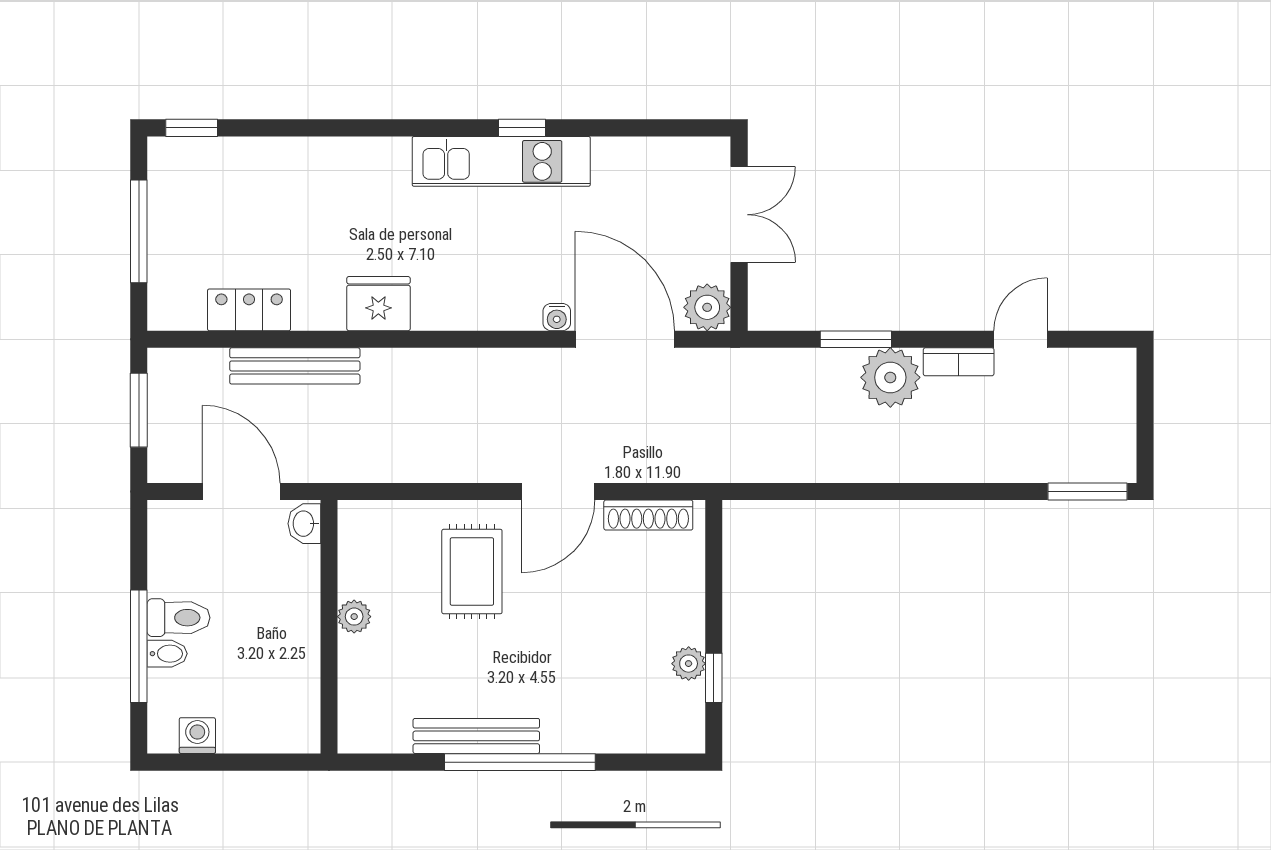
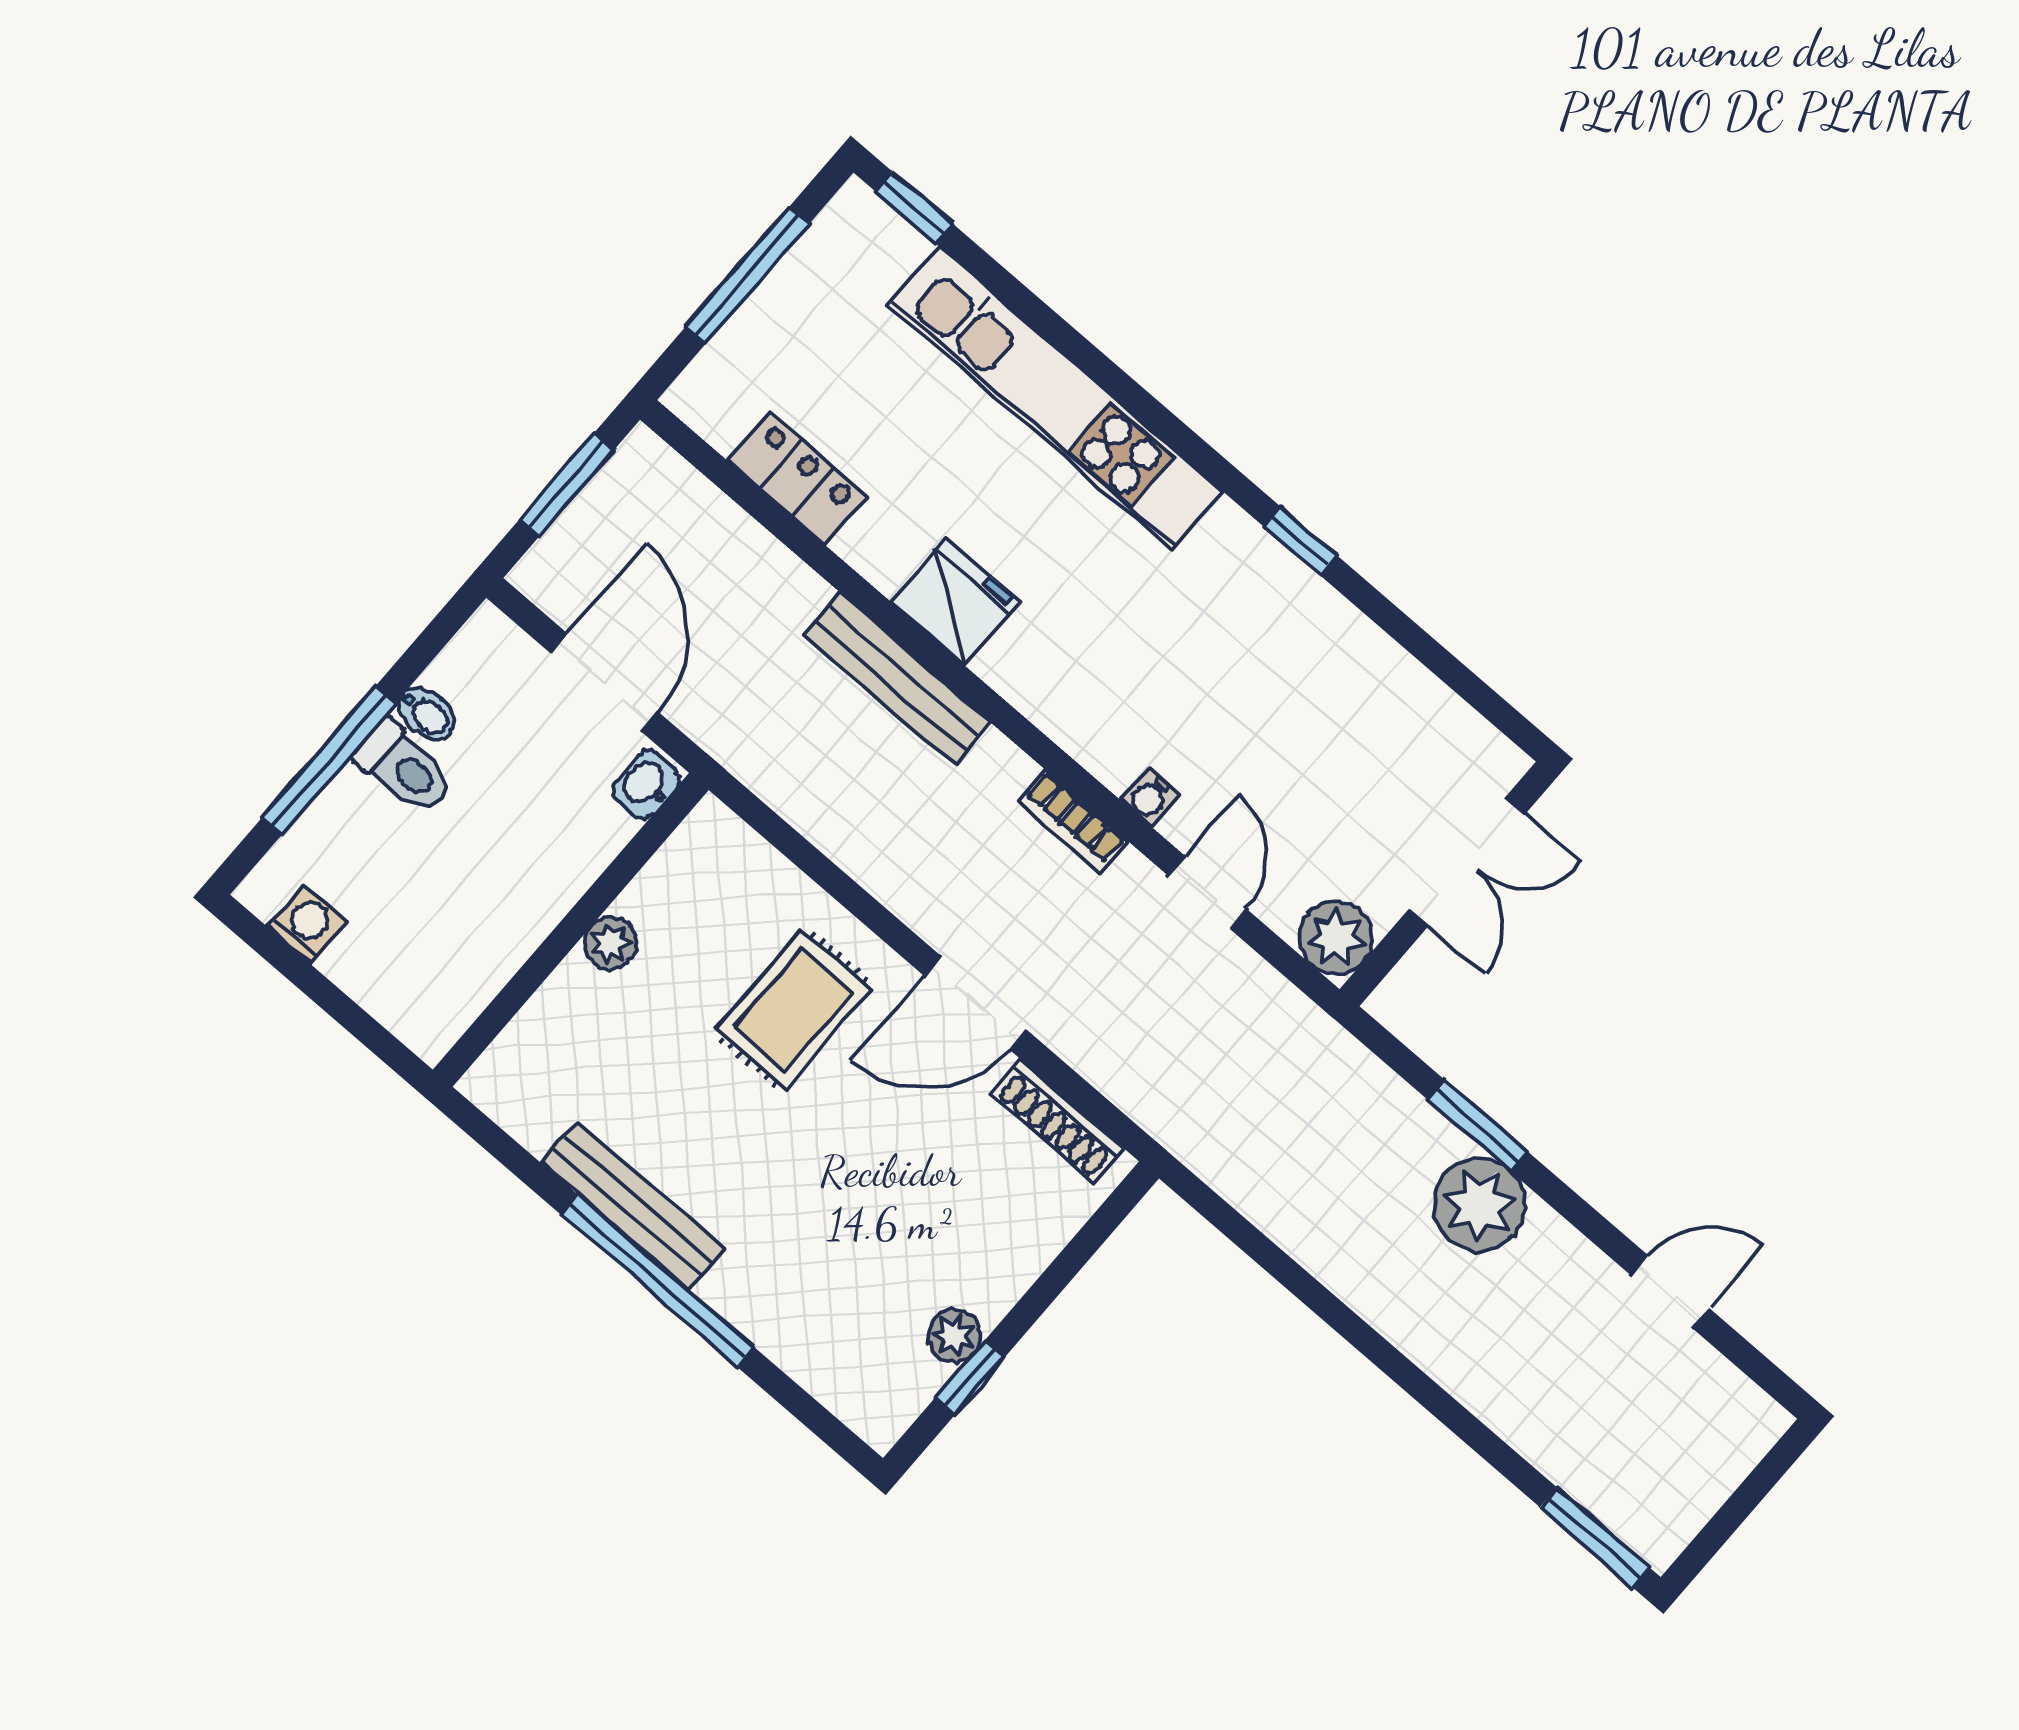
kitchen unit: (501, 161) -> (1055, 398), moved, width x1.36
door: (625, 339) -> (1207, 892), width x0.53
bookcase: (959, 362) -> (1072, 821), moved
bench: (295, 366) -> (897, 679), moved
bidet: (167, 654) -> (427, 714), moved

